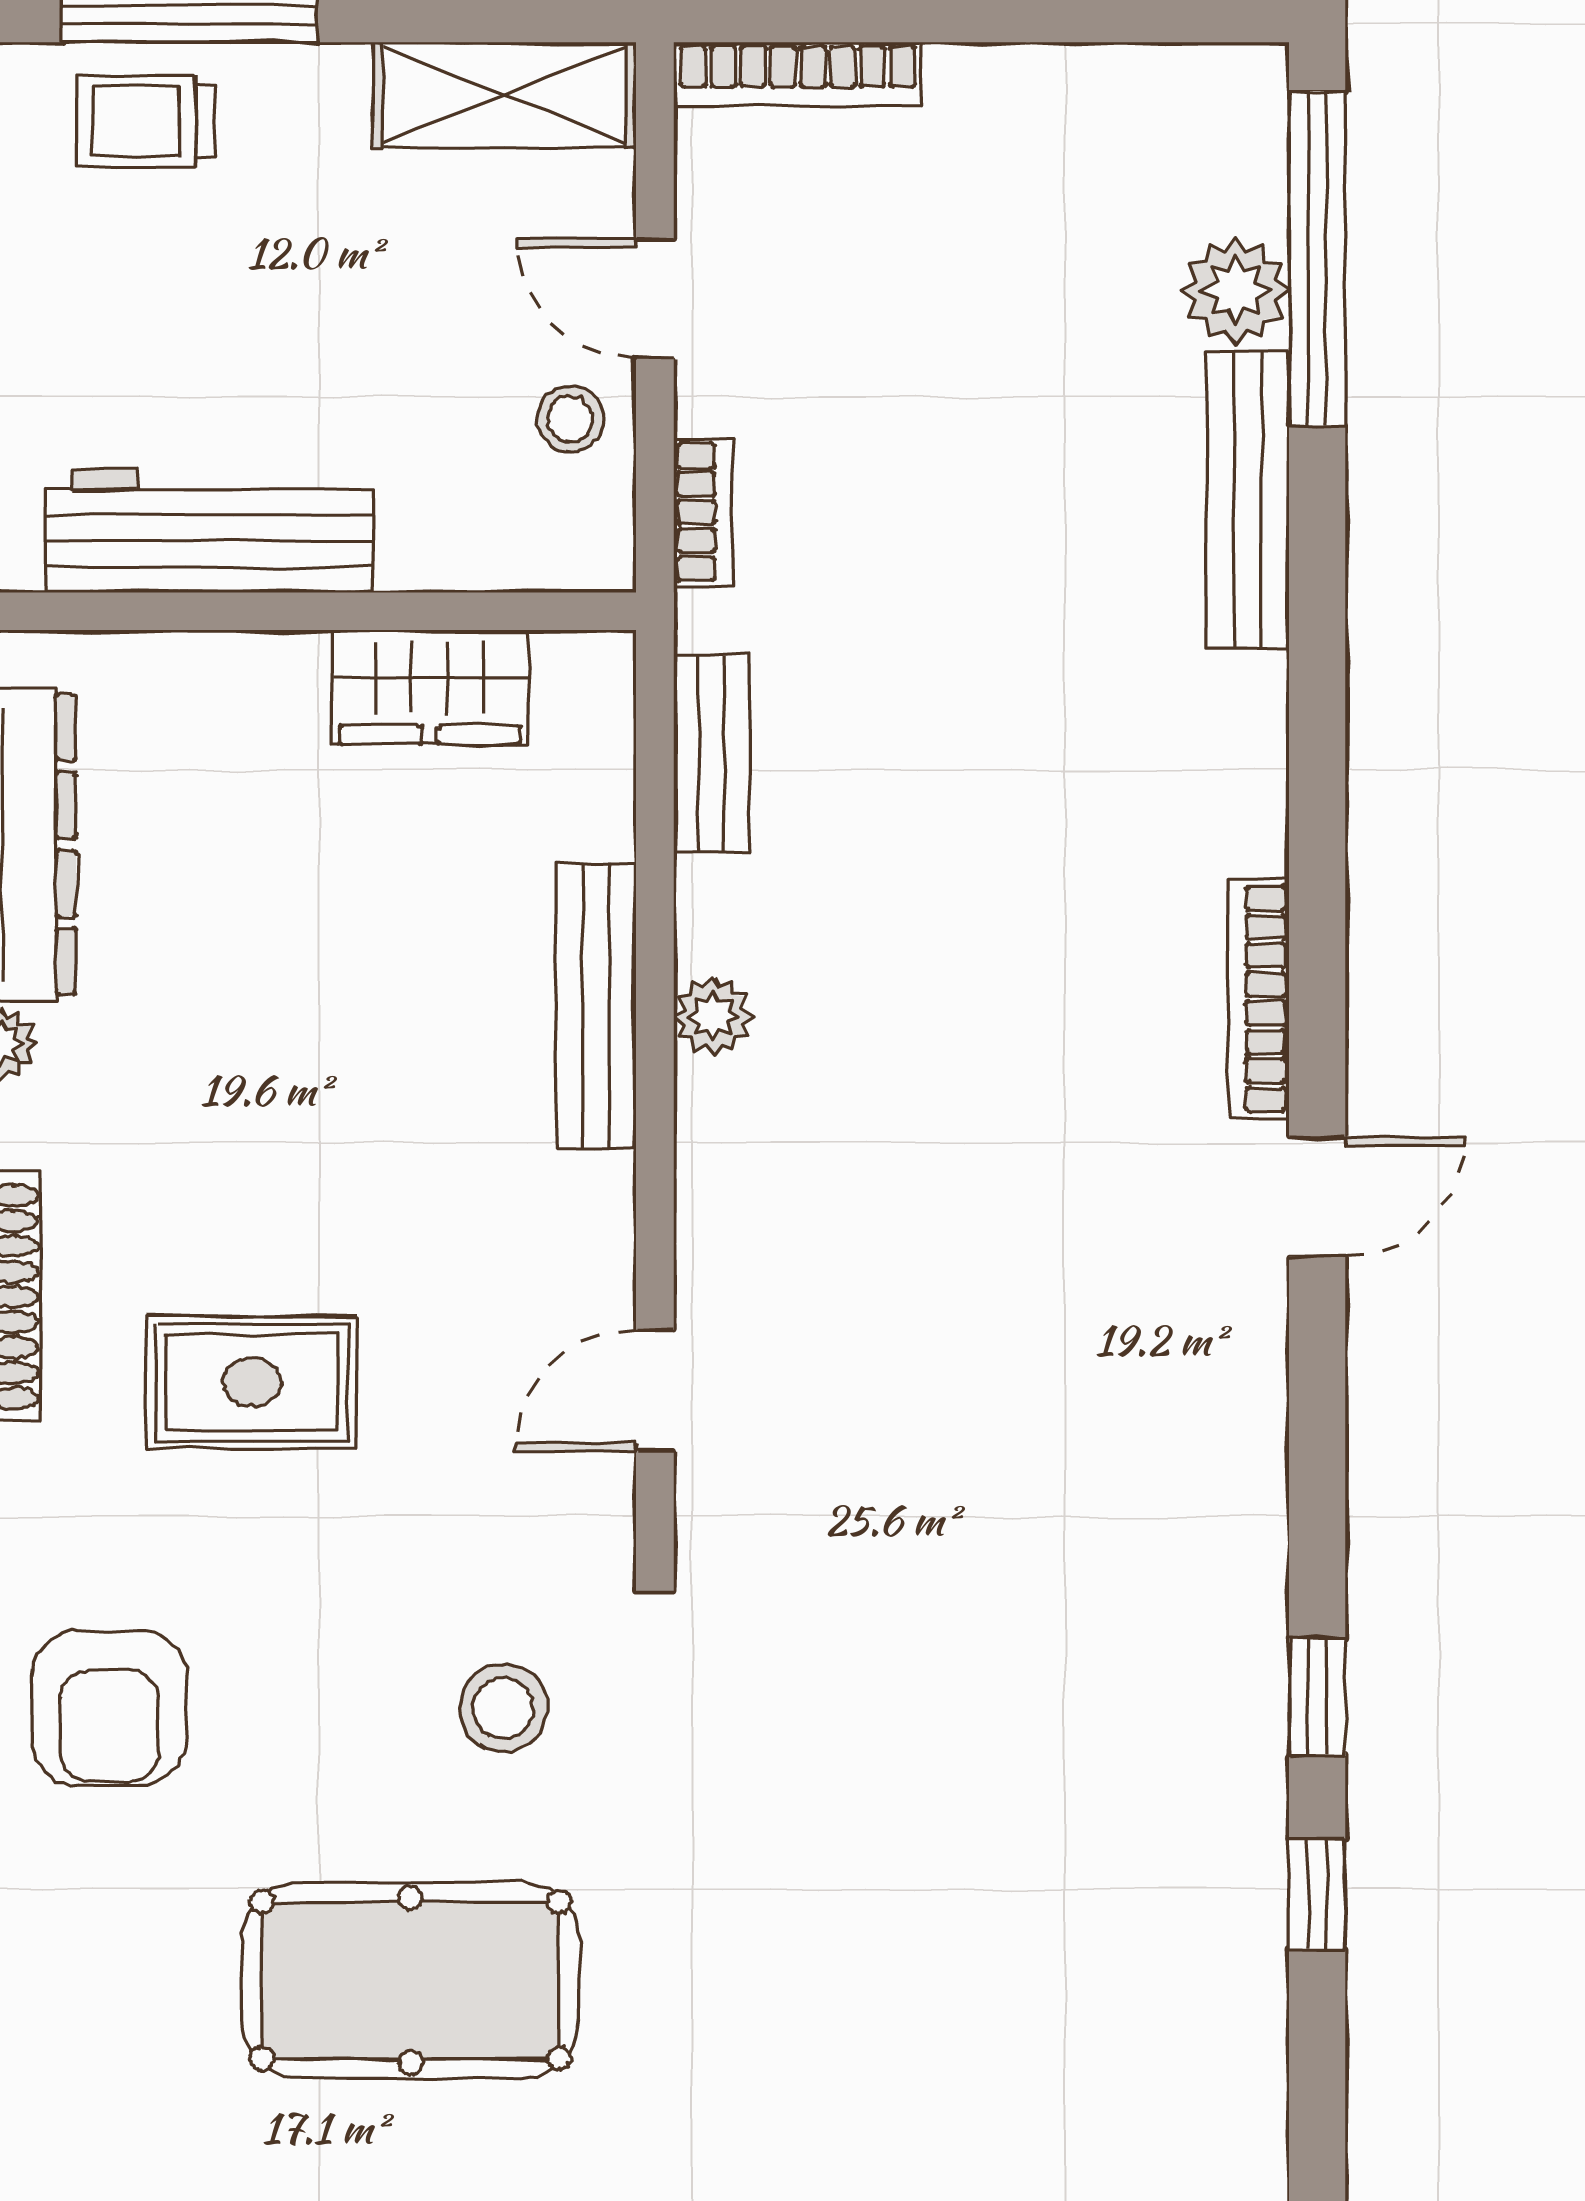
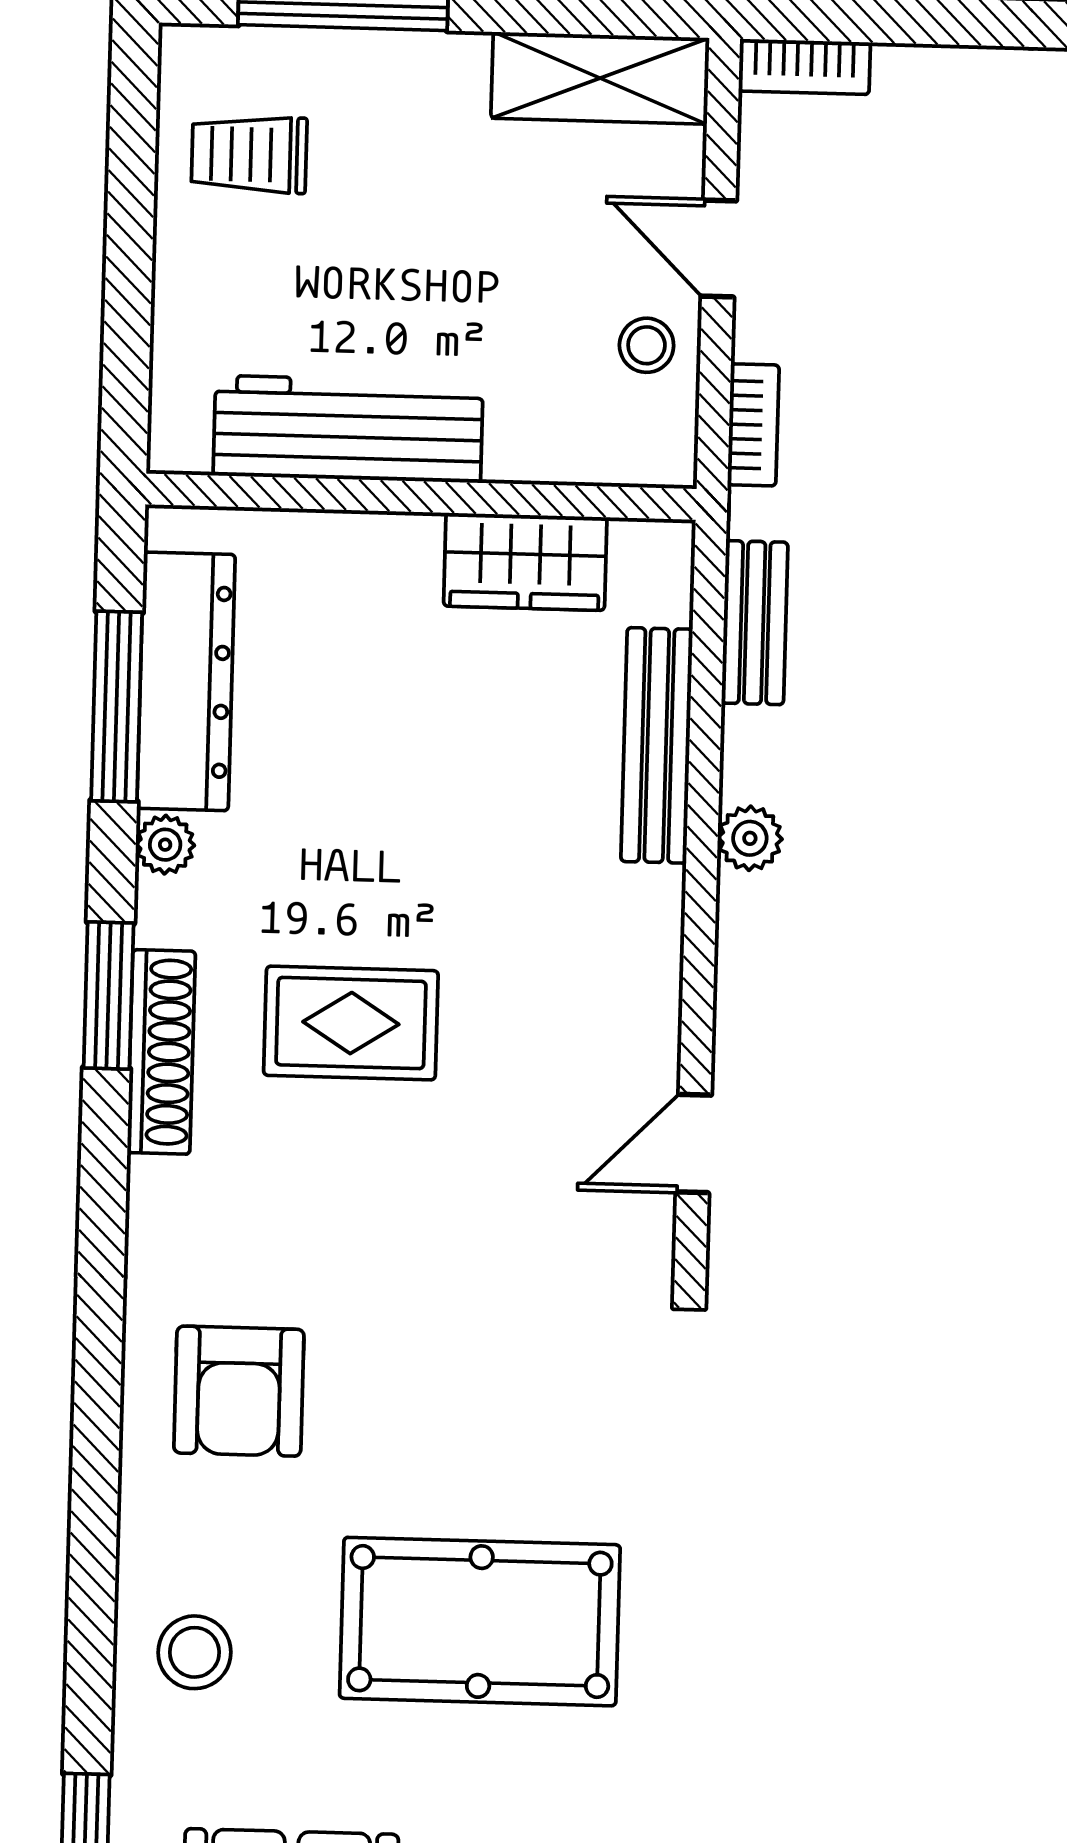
bookcase: (798, 74) -> (804, 67), width x0.64
trolley: (146, 121) -> (249, 154), moved
bench: (596, 1006) -> (657, 745), moved
rug: (252, 1383) -> (351, 1023), moved
stool: (503, 1708) -> (195, 1652), moved

